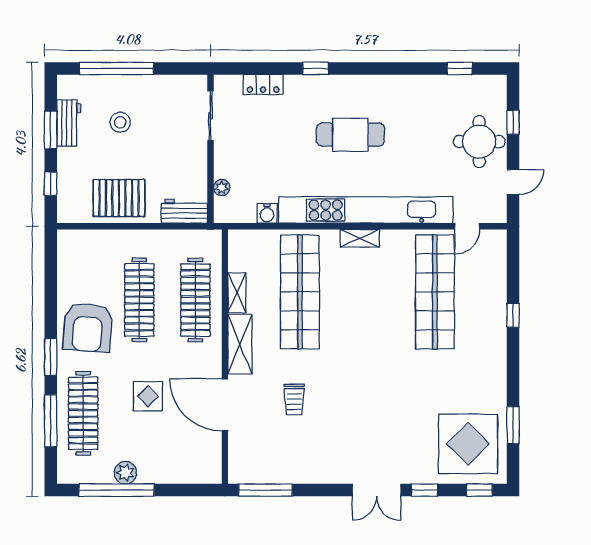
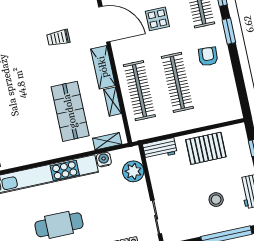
plant: (222, 188) -> (133, 171), width x1.88, depth x1.88
shelving: (360, 238) -> (107, 141), moved
shop shelf: (300, 292) -> (70, 111), width x0.71
armchair: (88, 327) -> (208, 56), width x0.53, depth x0.53
trolley: (294, 400) -> (58, 38), turned -90

